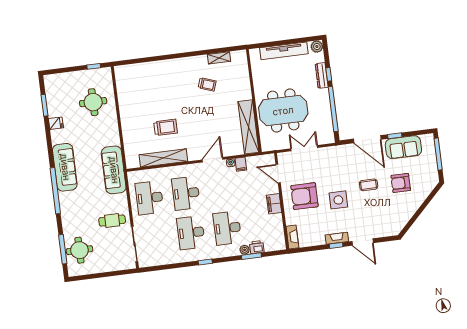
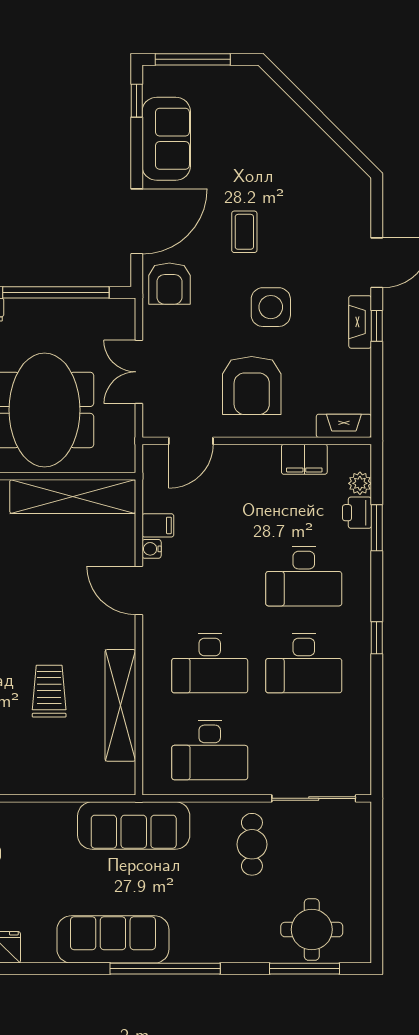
window: (395, 136) -> (137, 101), moved
armchair: (401, 183) -> (169, 284), moved
filing cabinet: (274, 204) -> (304, 459), moved
plant: (245, 250) -> (360, 483), moved

